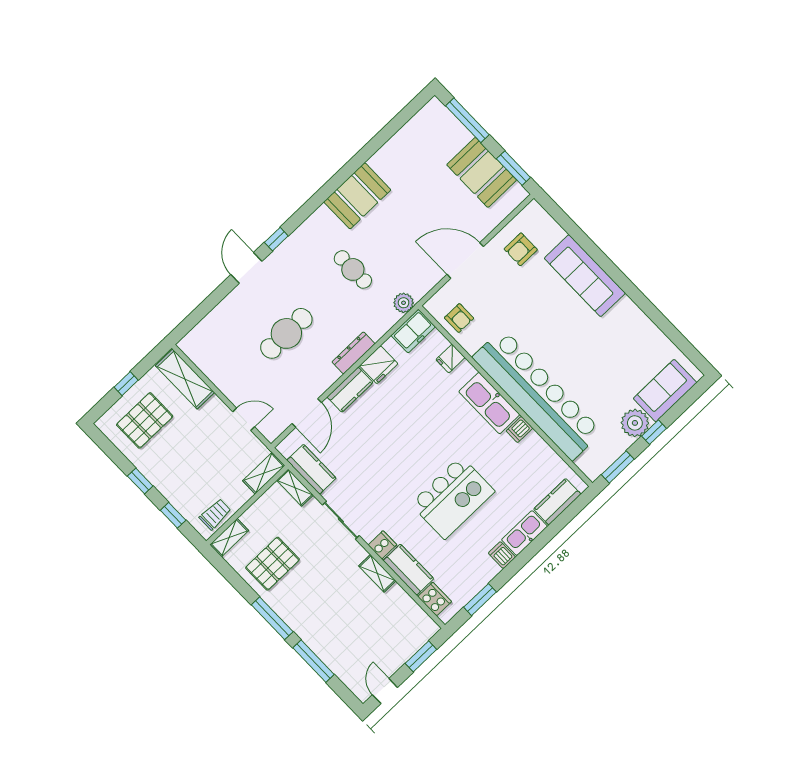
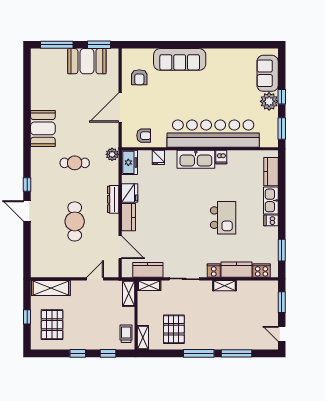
kitchen island: (453, 498) -> (223, 218), width x0.73, depth x0.78

